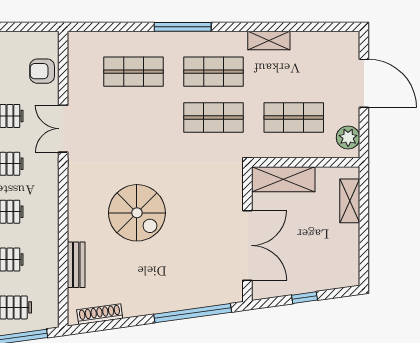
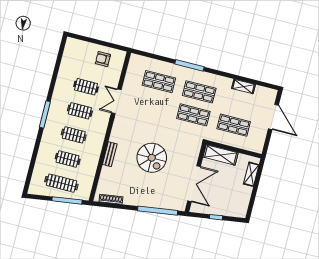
shelving: (269, 41) -> (244, 86), moved
armchair: (42, 71) -> (103, 59), moved
plant: (348, 138) -> (258, 142), removed
spiral stairs: (137, 213) -> (152, 158), moved
bench: (76, 265) -> (110, 154), moved

